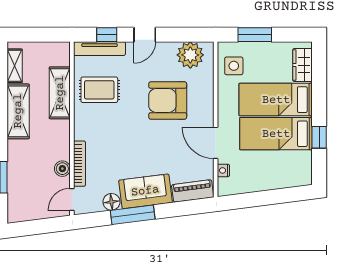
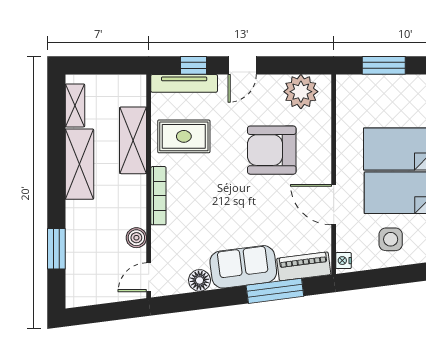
side table: (234, 66) -> (391, 239), moved
bookcase: (80, 164) -> (158, 196), moved
nightstand: (223, 170) -> (343, 261), moved
window: (133, 215) -> (275, 291), moved

